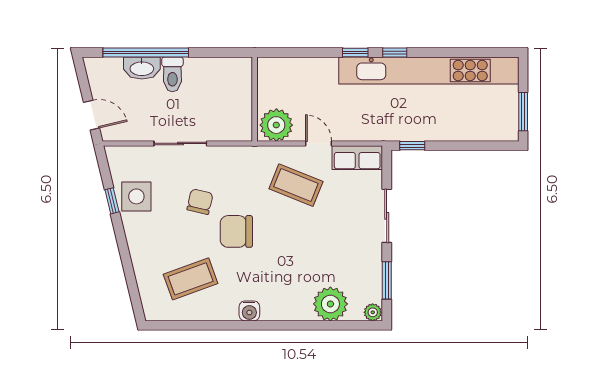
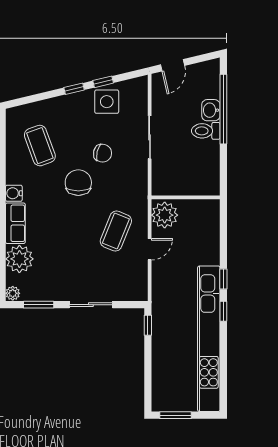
washbasin: (142, 68) -> (211, 110), width x0.72
row of seats: (357, 158) -> (15, 223), moved, turned 180
window: (121, 237) -> (74, 89), added

